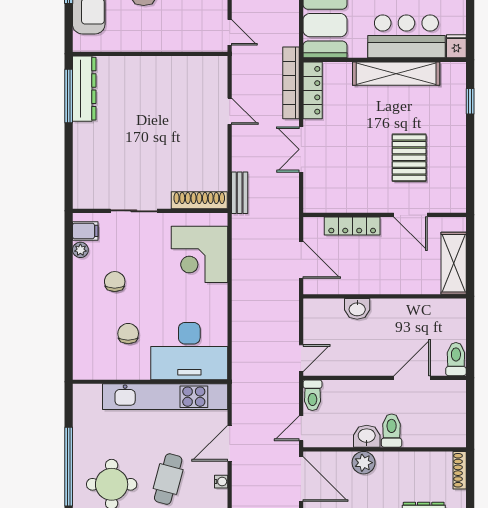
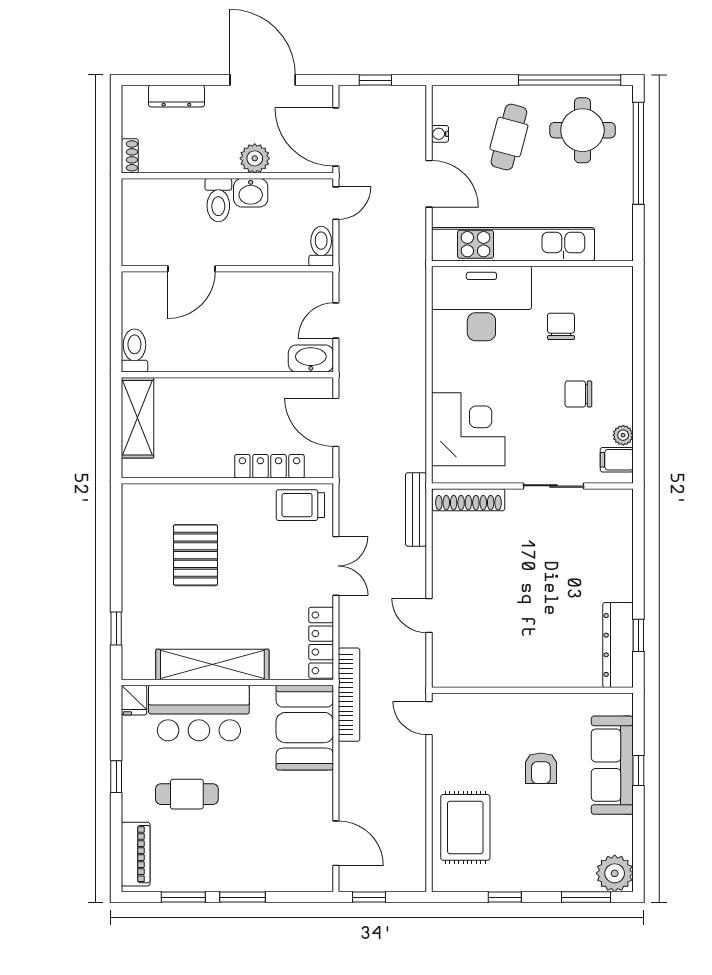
bookcase: (291, 83) -> (349, 695), moved
window: (69, 96) -> (638, 635), width x0.46
bench: (240, 193) -> (416, 510), width x1.36
trolley: (328, 196) -> (300, 505), added
door: (410, 215) -> (194, 481), removed
chair: (115, 282) -> (578, 394), turned 90
washbasin: (357, 309) -> (311, 359), moved, width x1.38
chair: (128, 334) -> (561, 326), turned 180
door: (301, 358) -> (336, 321), moved
toilet: (456, 359) -> (134, 351), moved, turned 180
door: (230, 443) -> (429, 184), hinge flipped
shoe rack: (460, 470) -> (130, 156), width x0.70

